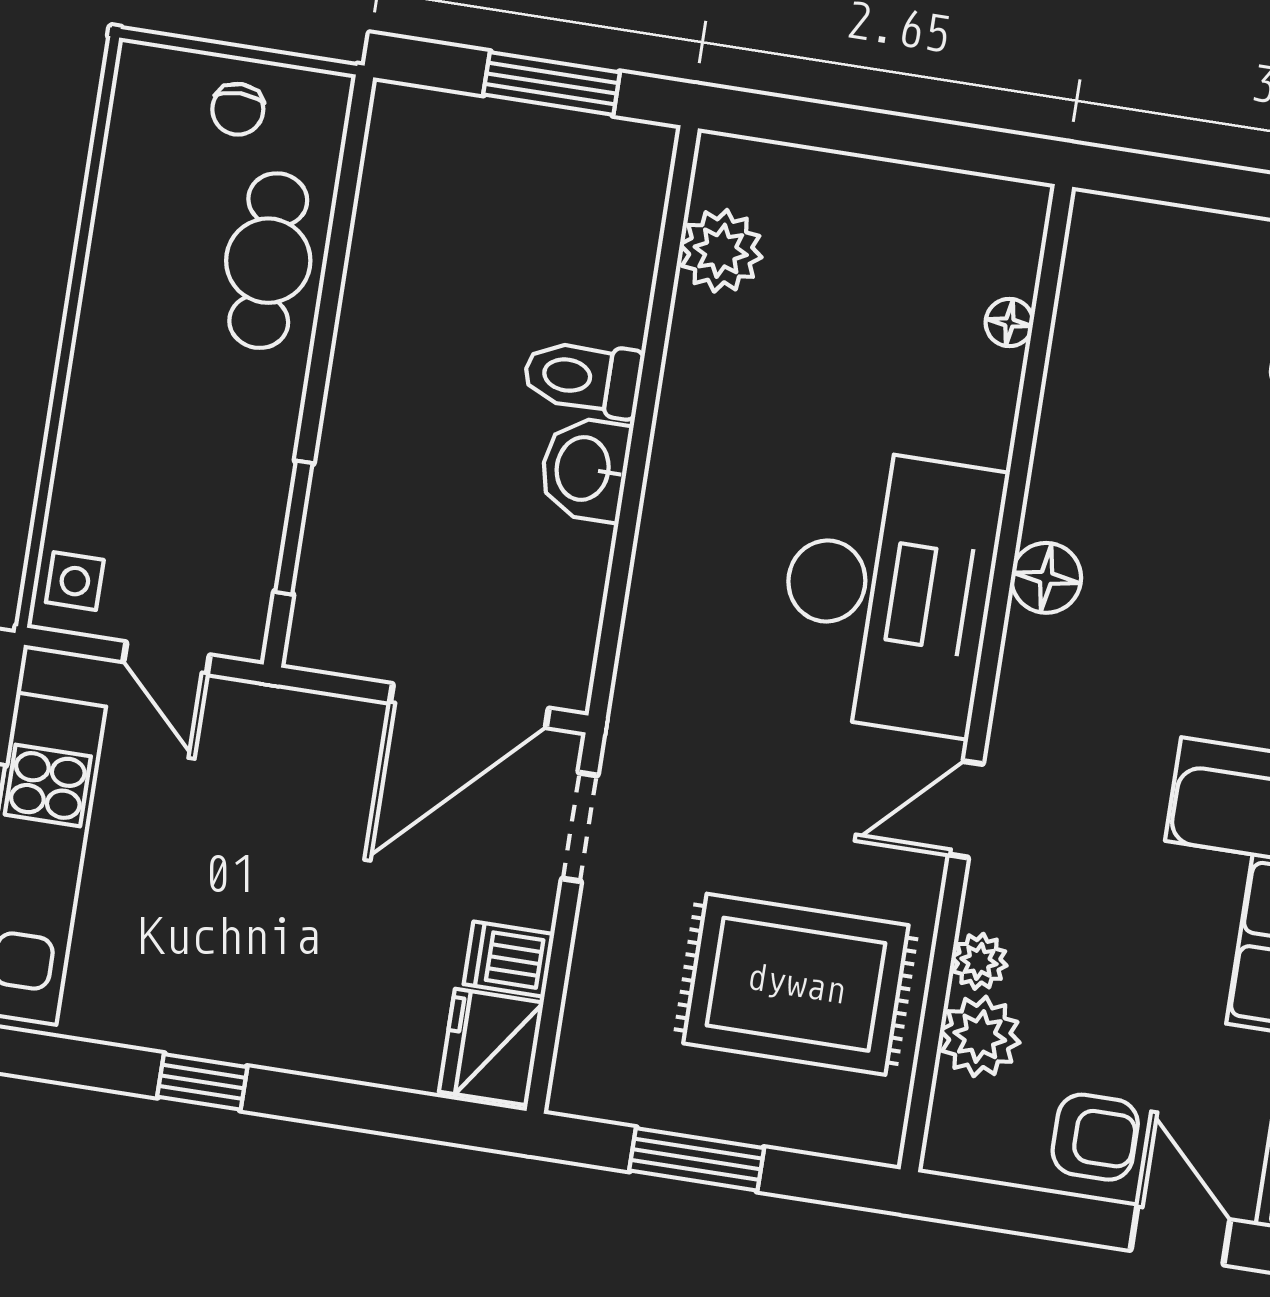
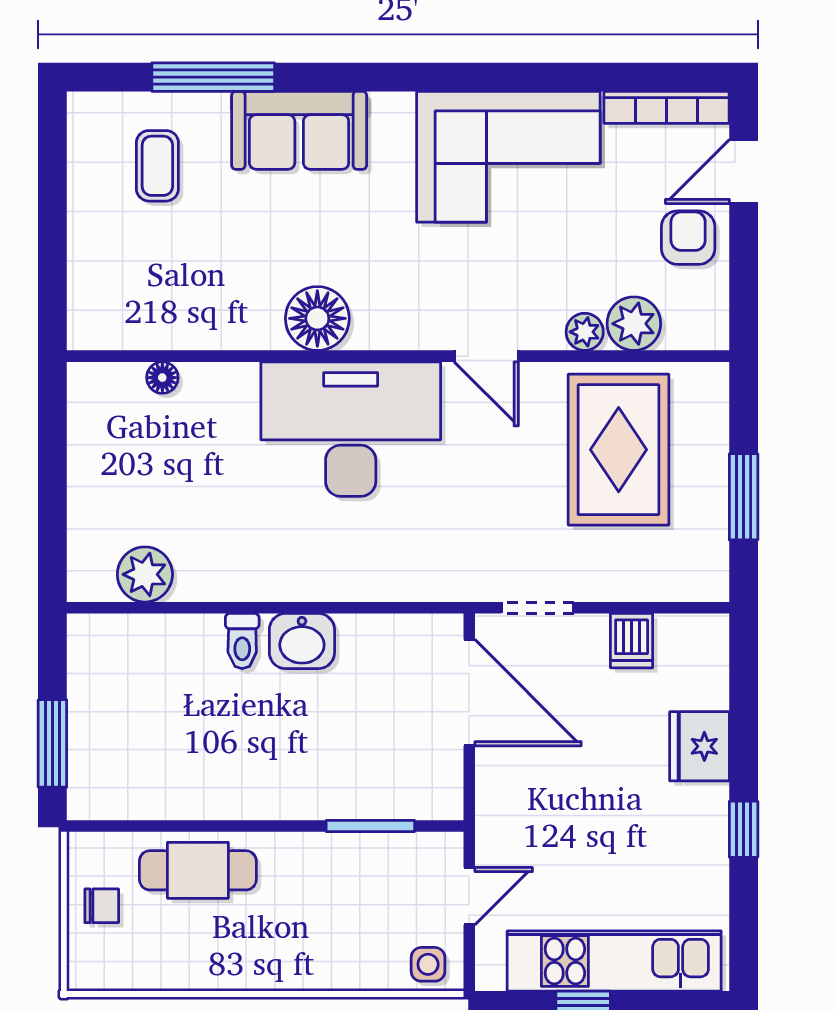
window: (552, 83) -> (52, 743), moved
toilet: (583, 378) -> (242, 641), width x0.73, depth x0.72
floor lamp: (1046, 578) -> (317, 318), width x1.38, depth x1.38
fridge: (491, 1047) -> (700, 746), moved, turned 90

